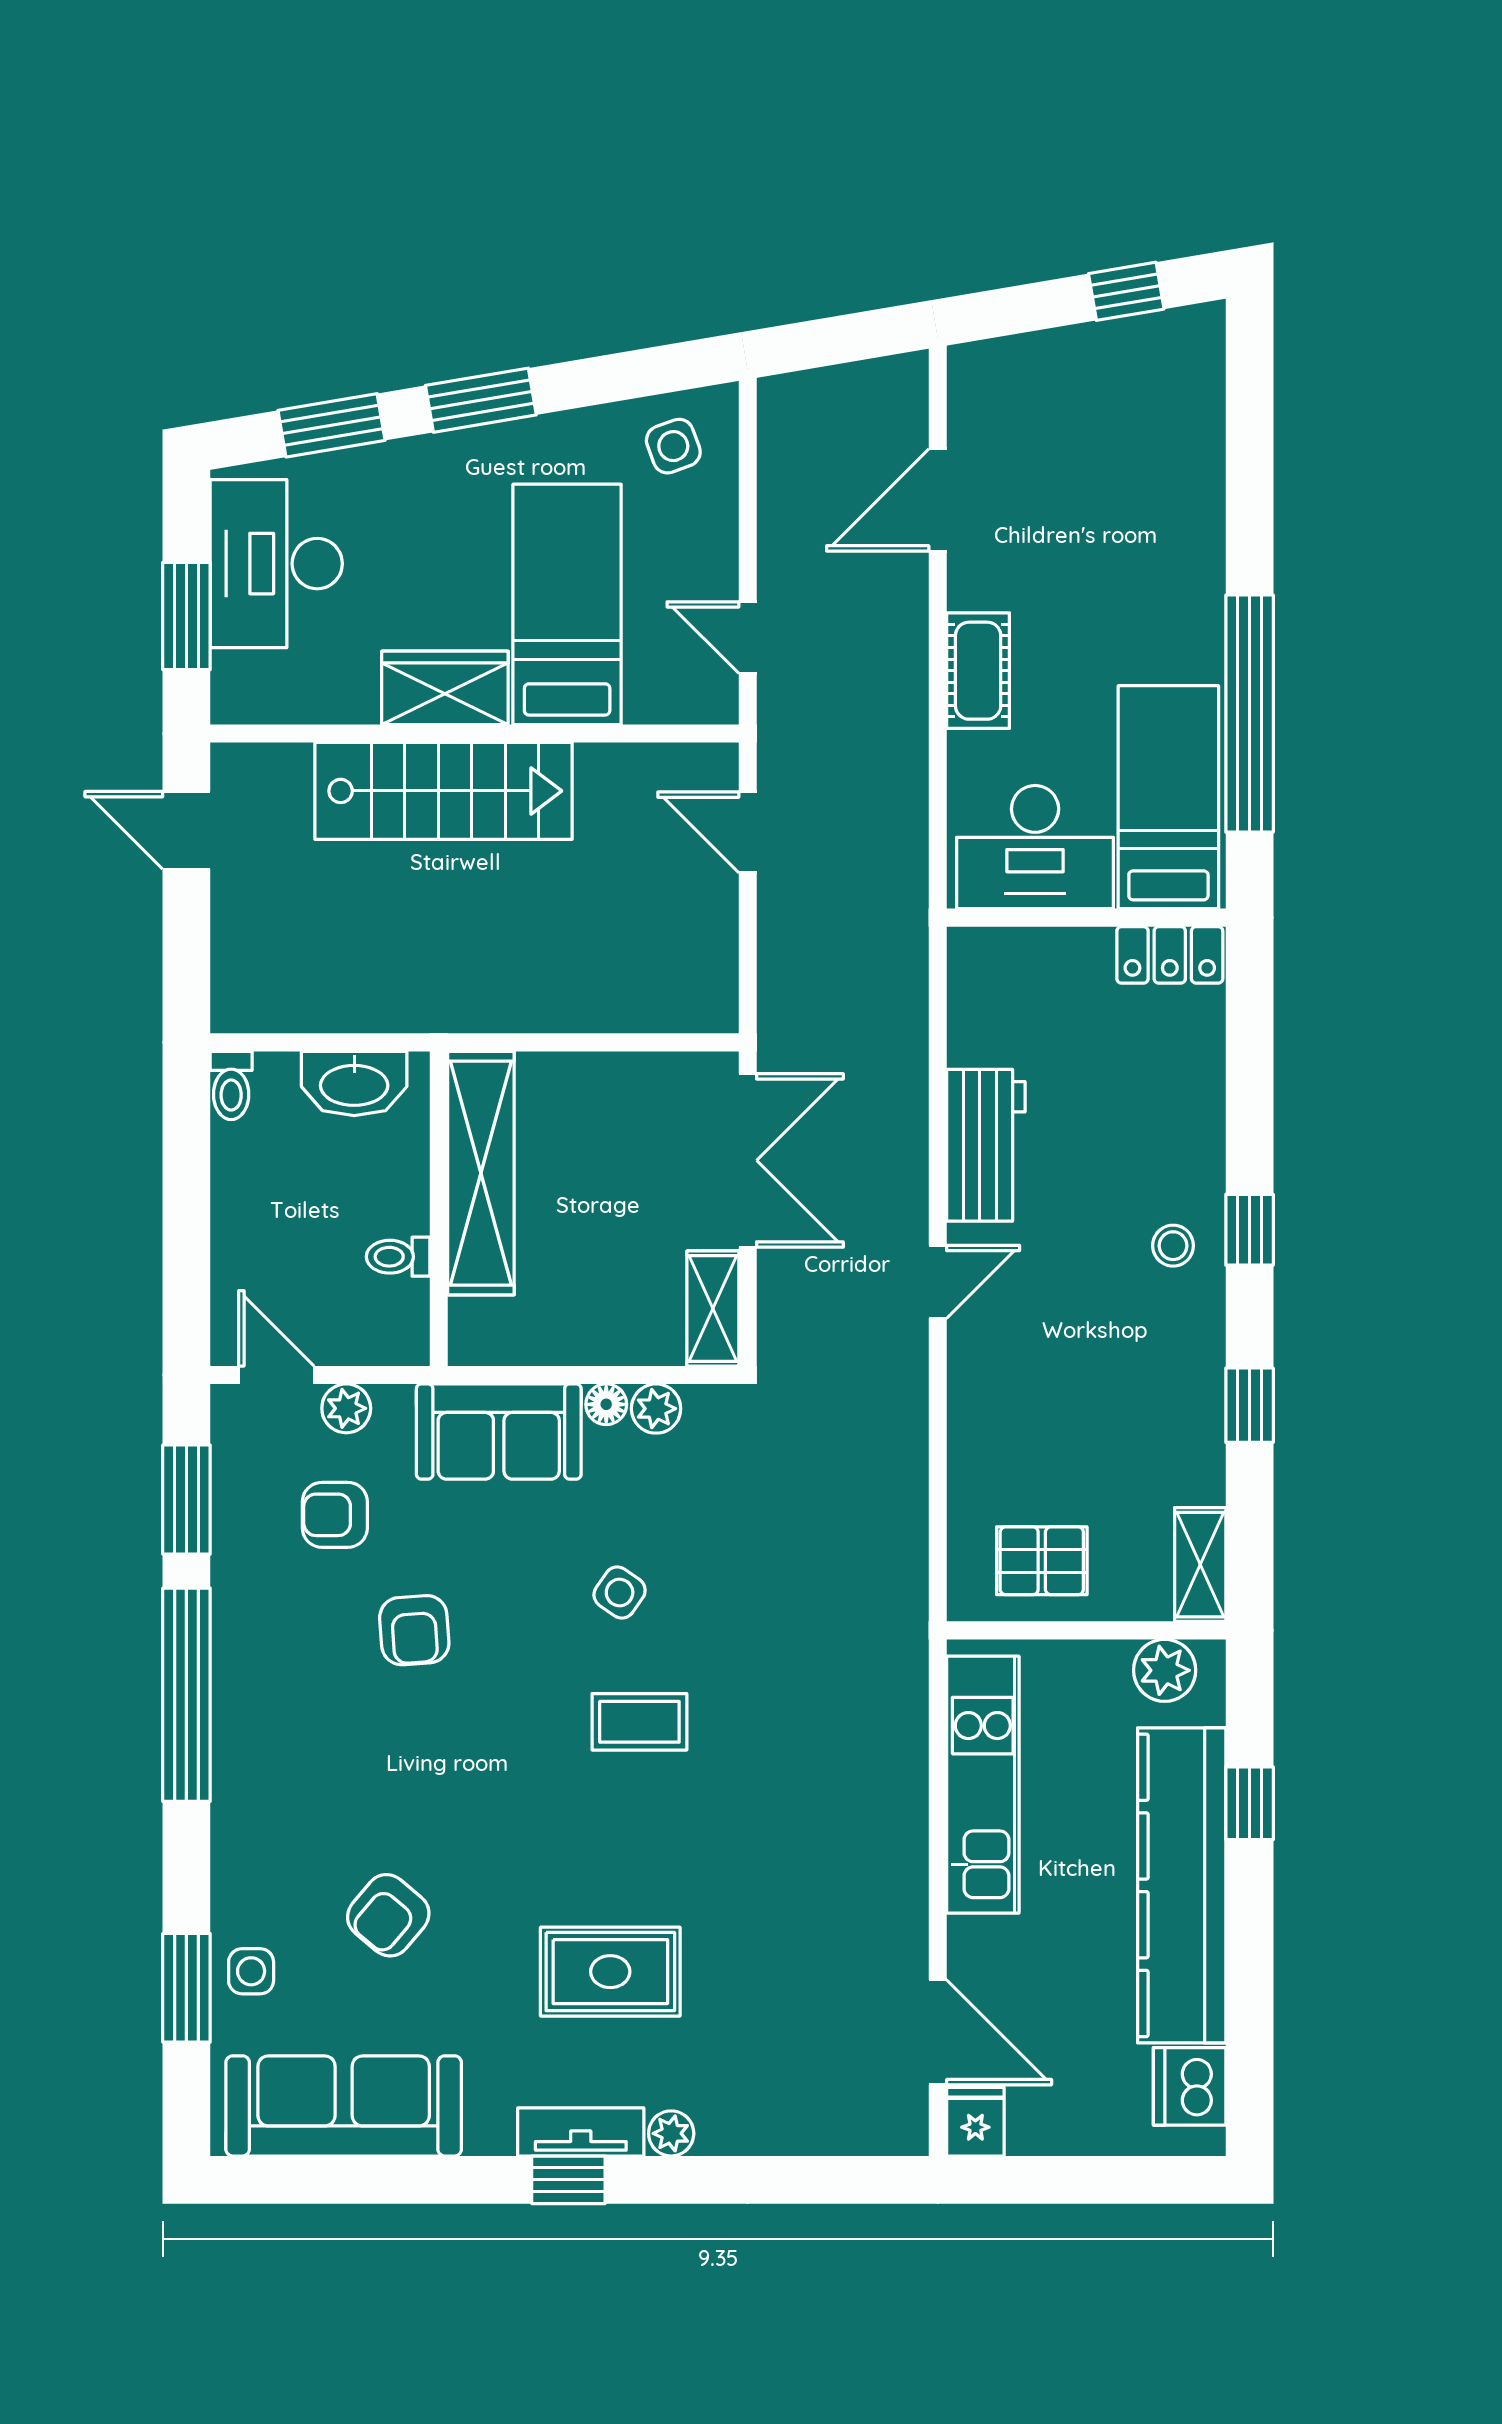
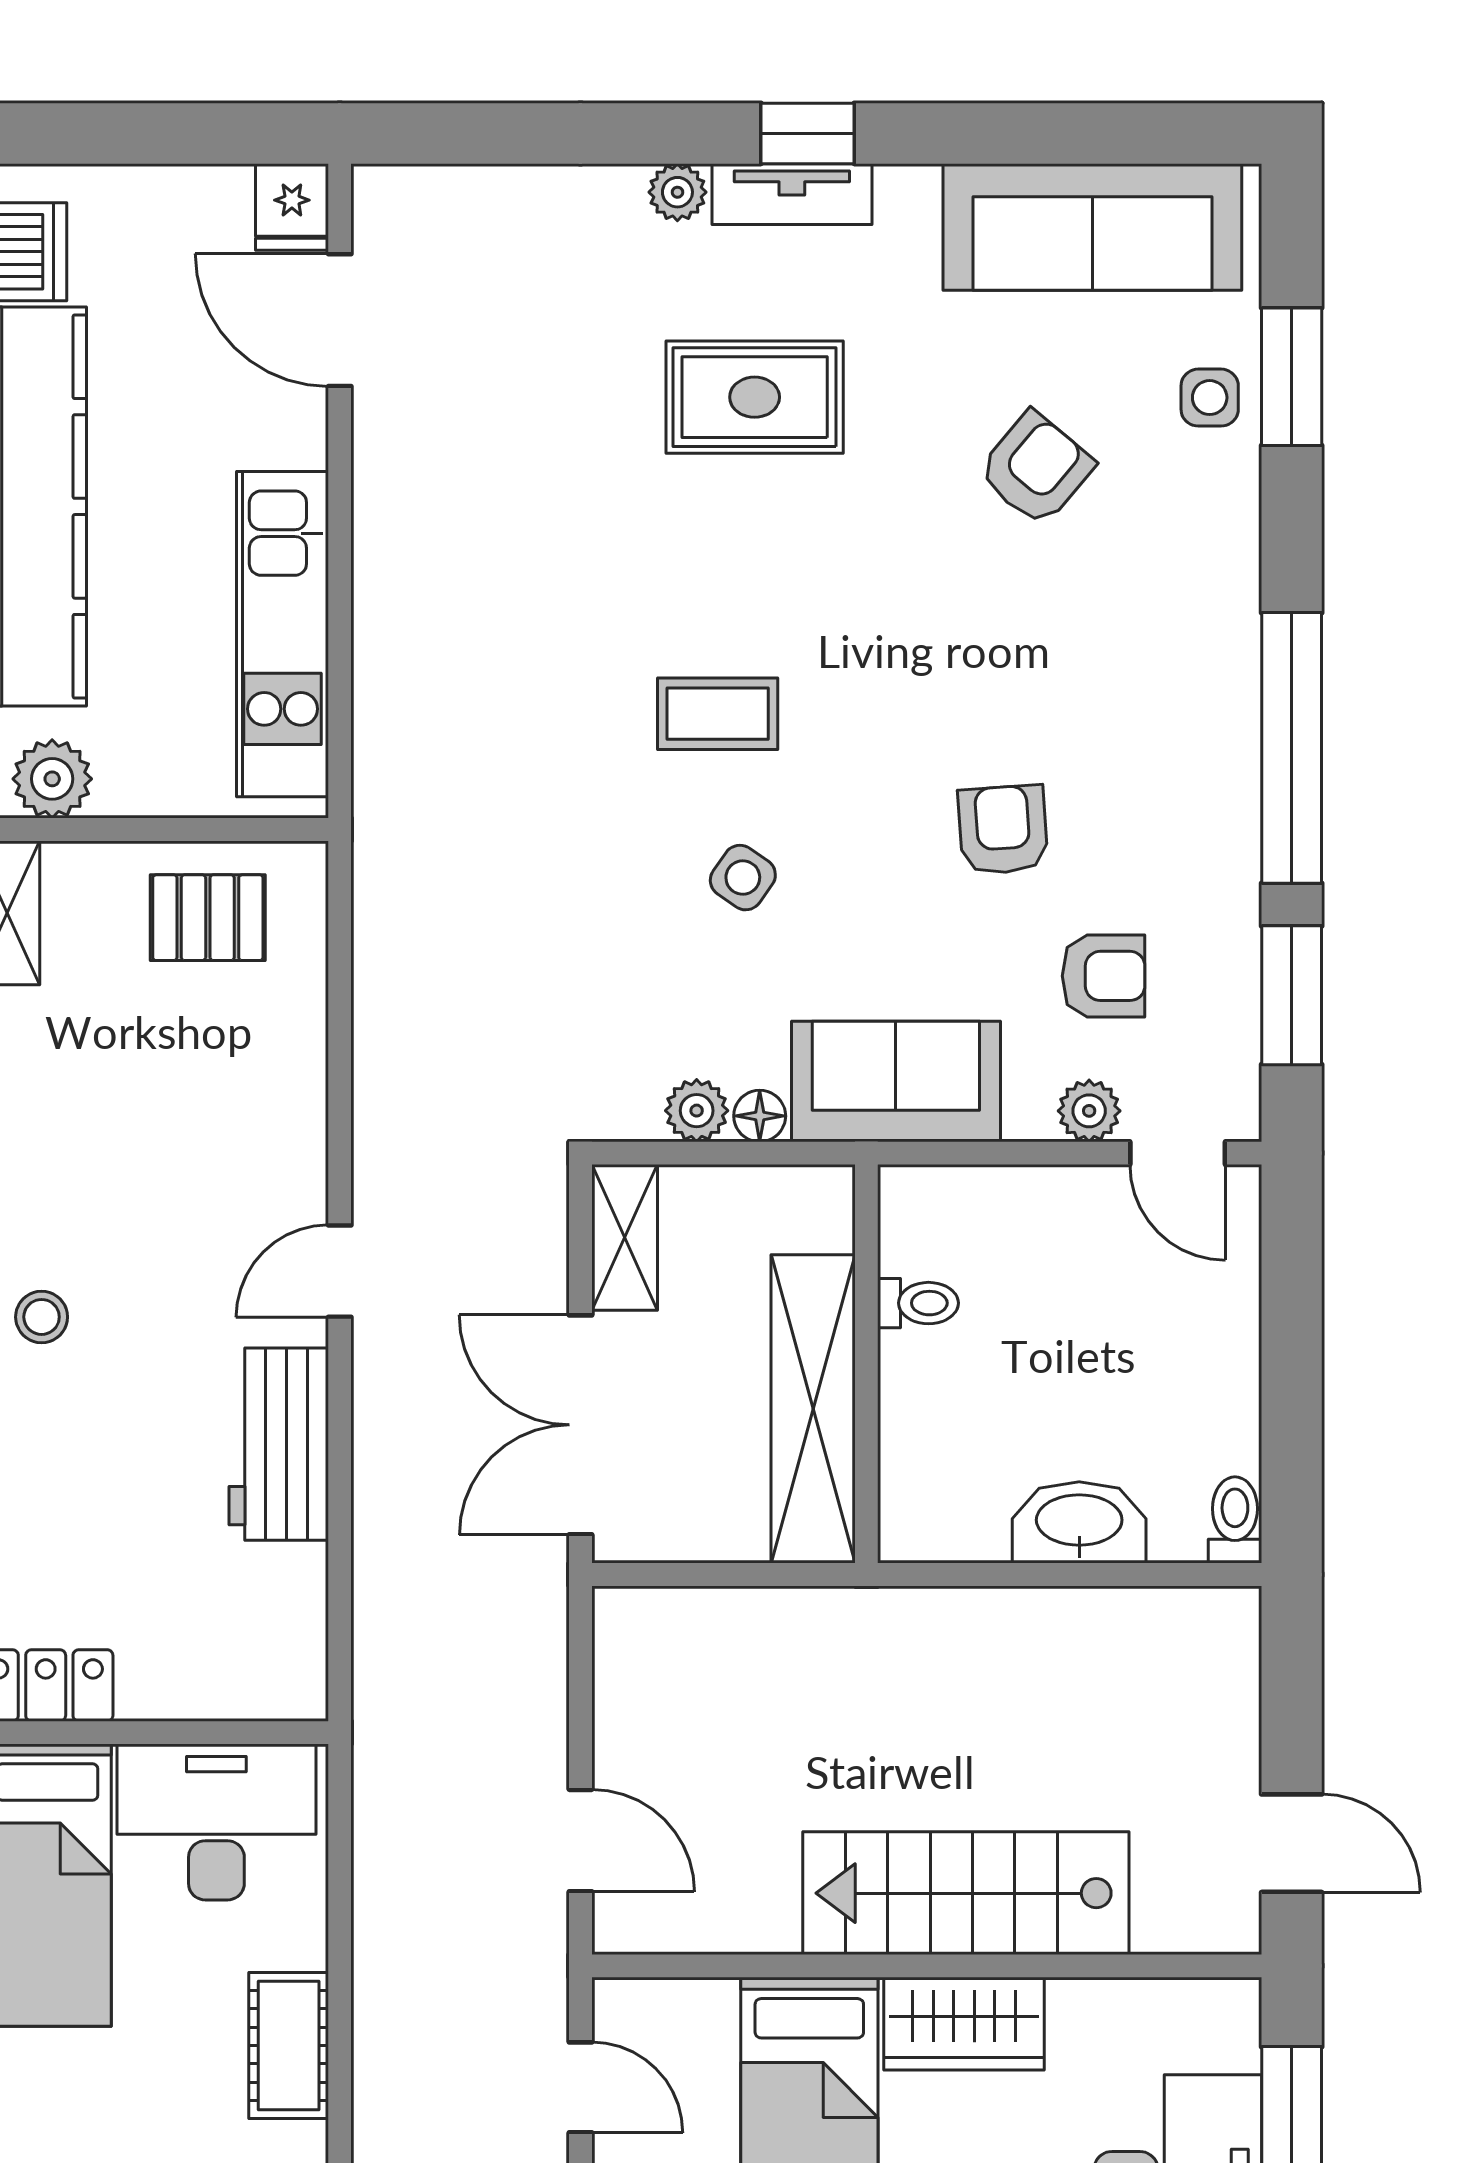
shelving: (481, 1173) -> (813, 1409), moved
wall: (439, 1209) -> (866, 1364), moved
toilet: (398, 1257) -> (918, 1303), moved

